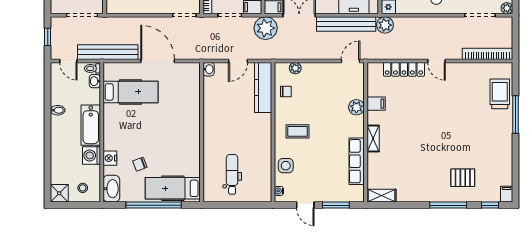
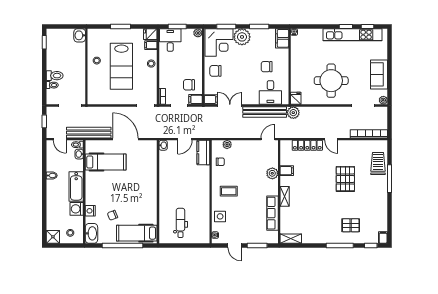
plant: (266, 28) -> (205, 115), removed
kitchen counter: (263, 88) -> (203, 153), width x0.67
pallet: (455, 115) -> (345, 179), added

